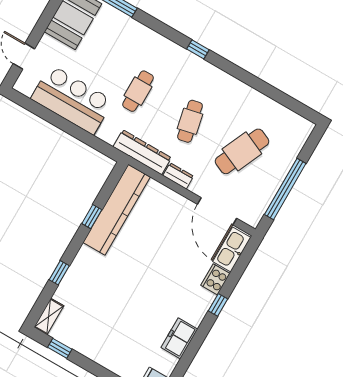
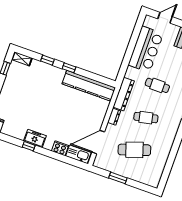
cafe table: (242, 151) -> (134, 150), turned -42
window: (285, 189) -> (118, 178), width x0.47
window: (92, 217) -> (69, 68), moved
window: (218, 305) -> (29, 146), moved
freezer: (179, 338) -> (35, 138), moved

